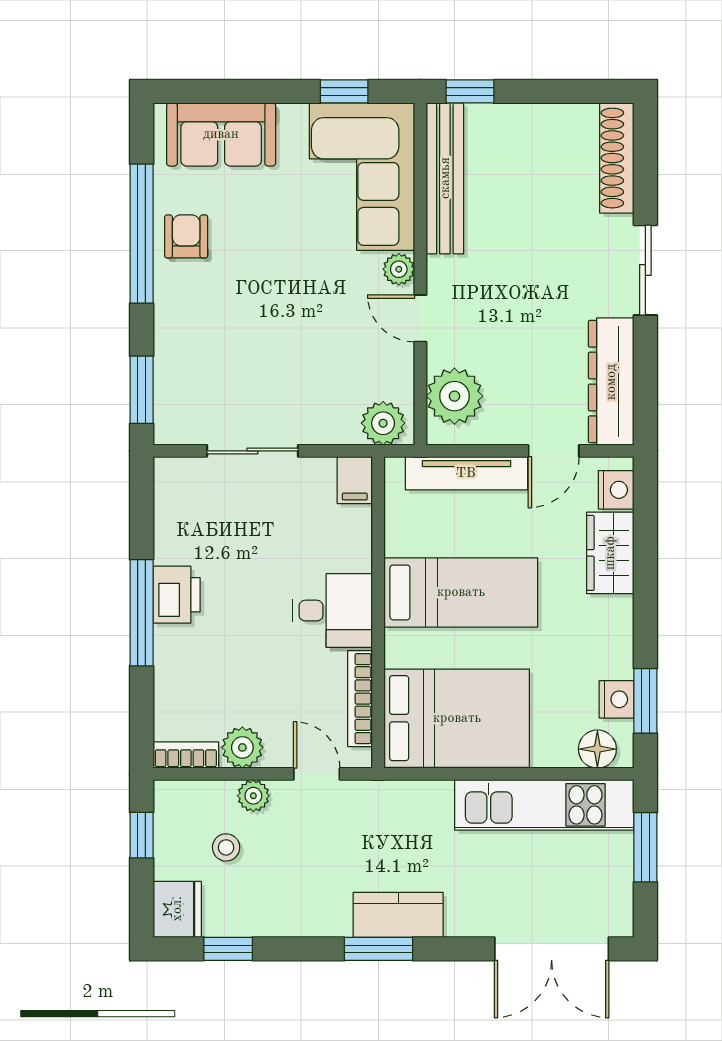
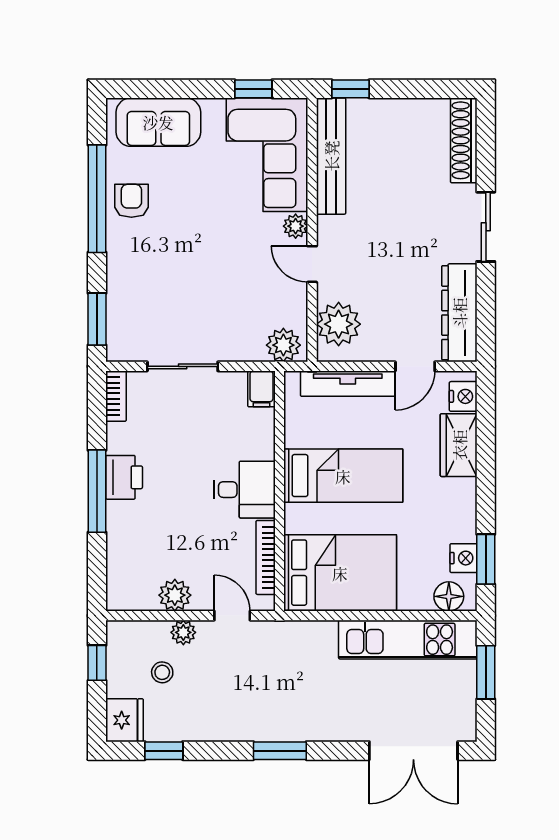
bookcase: (186, 755) -> (116, 396), moved, turned 90
kitchen counter: (398, 915) -> (295, 724), removed

